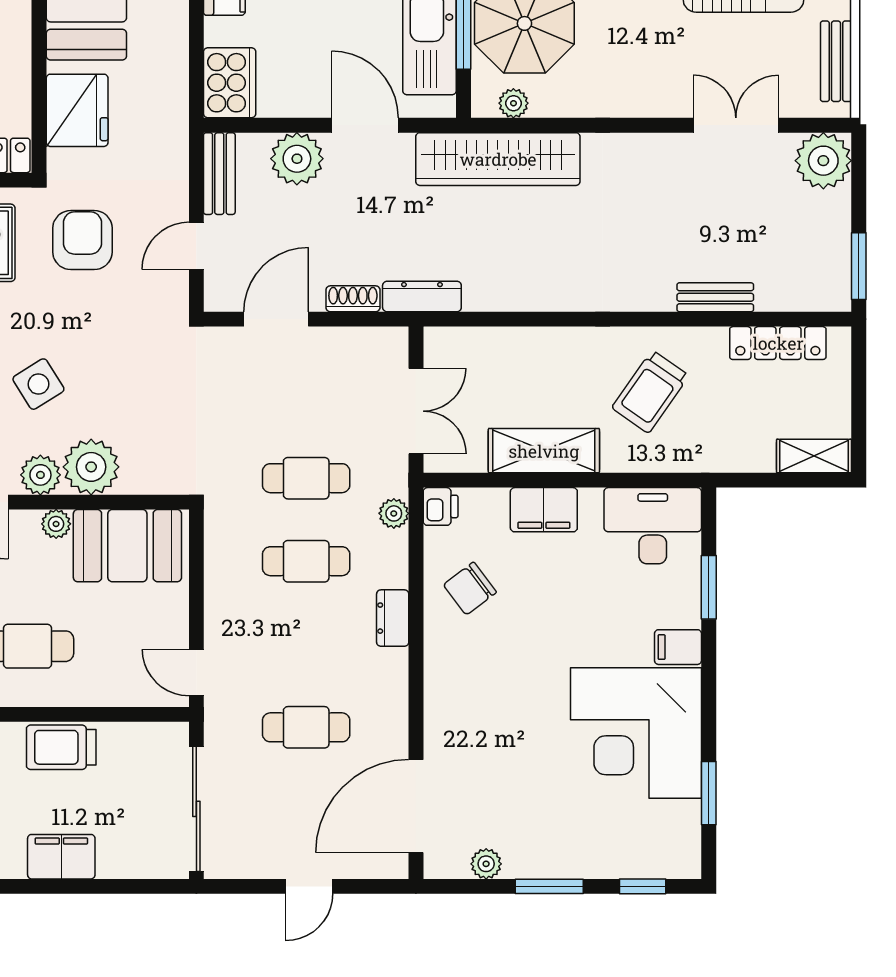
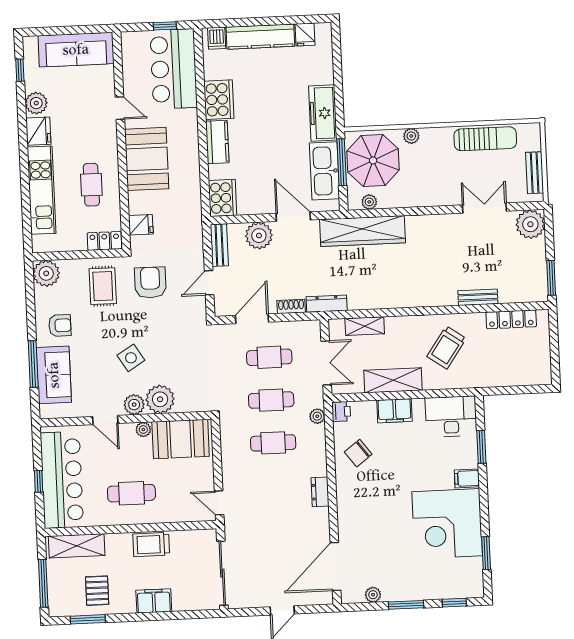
fridge: (77, 110) -> (141, 225), width x0.53, depth x0.75
shelving: (814, 456) -> (365, 326), moved
dresser: (393, 618) -> (320, 492), moved
cafe table: (306, 727) -> (269, 357), moved

